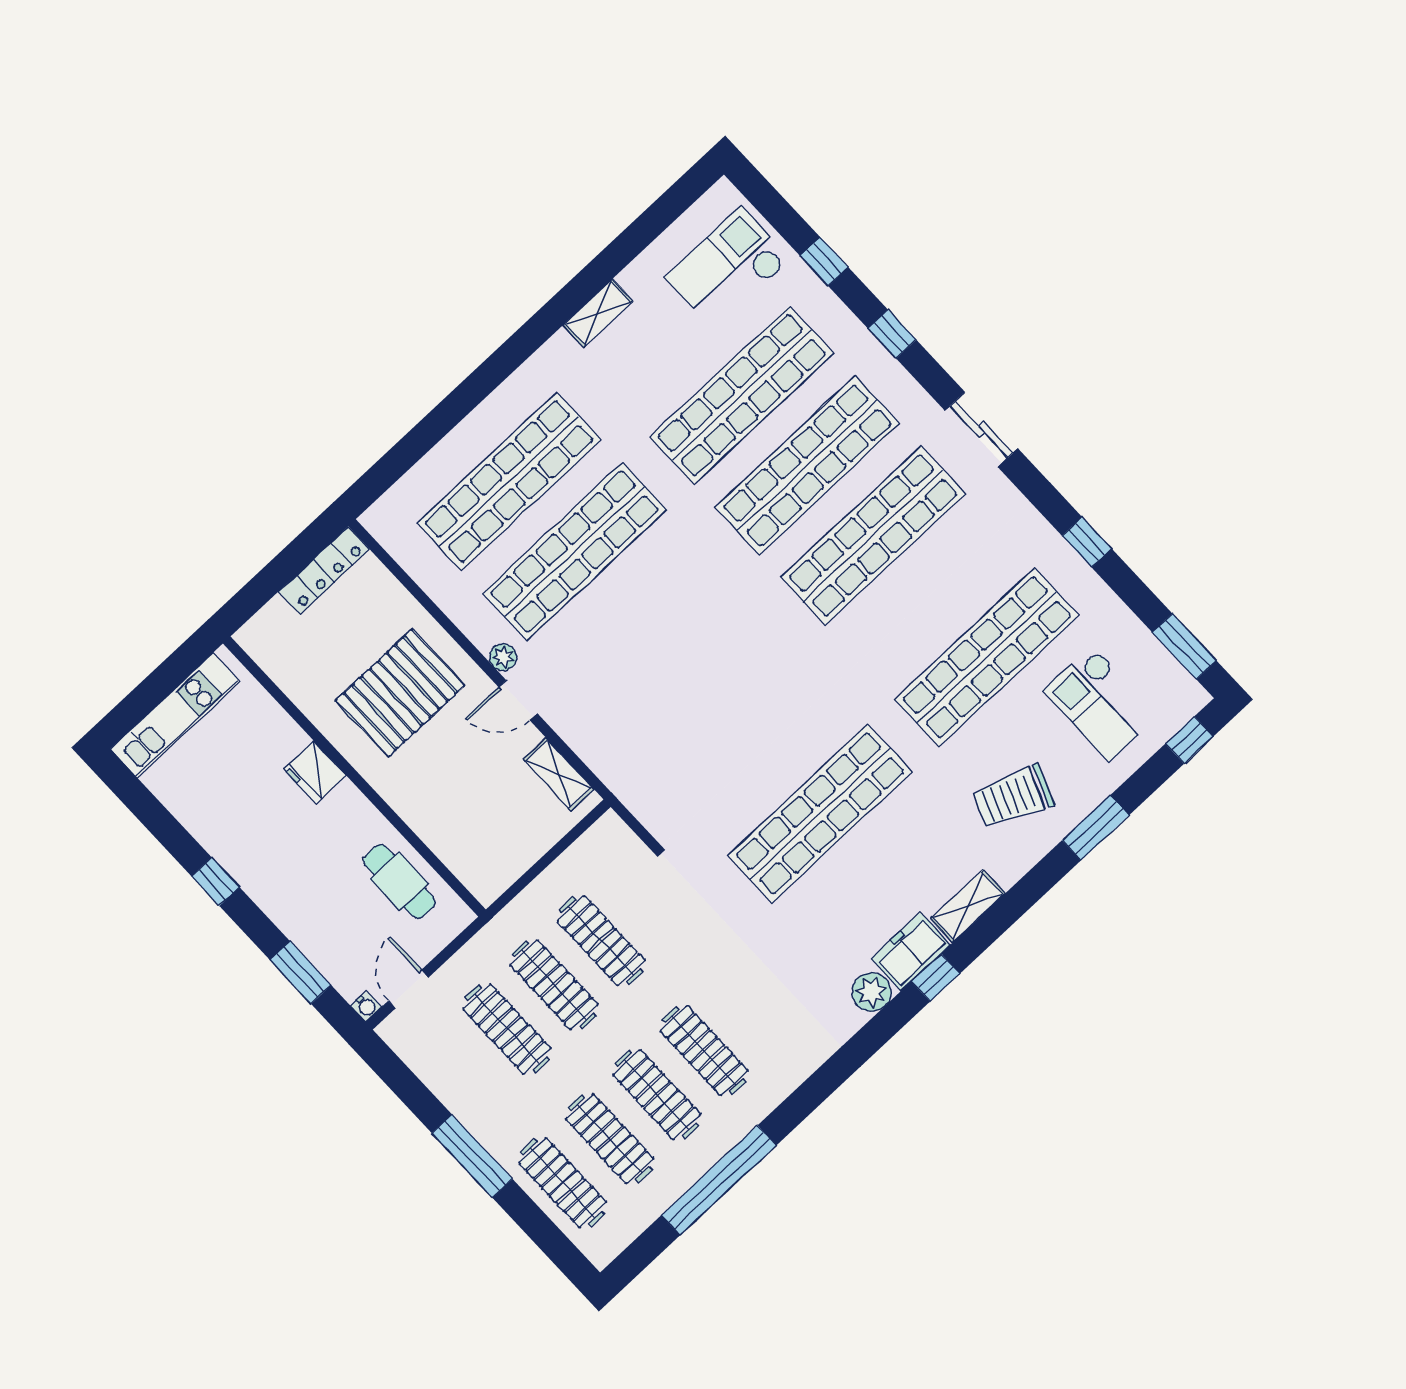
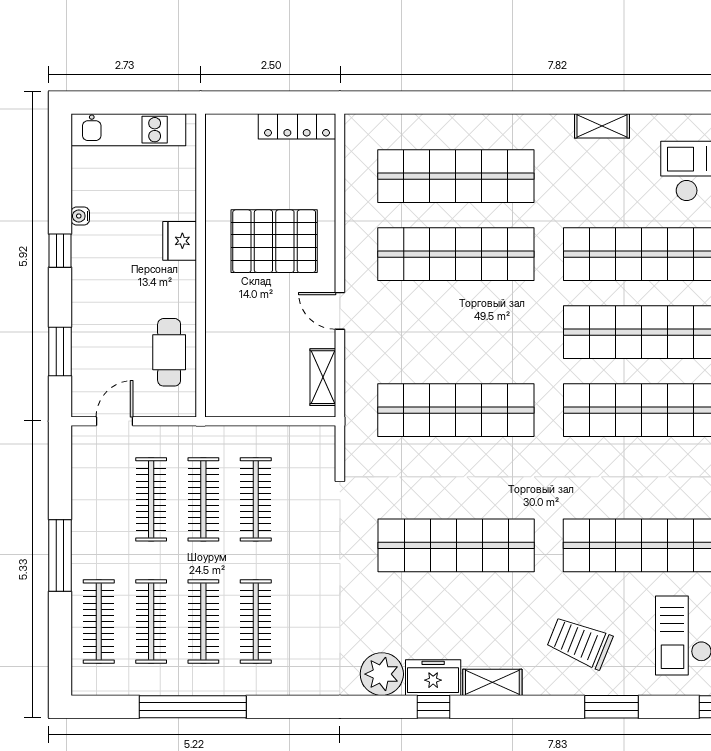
plant: (503, 657) -> (355, 277), removed
shop shelf: (706, 692) -> (456, 410), added
plant: (872, 992) -> (382, 674), width x1.36, depth x1.36
water cooler: (366, 1006) -> (80, 216), moved, turned 90

